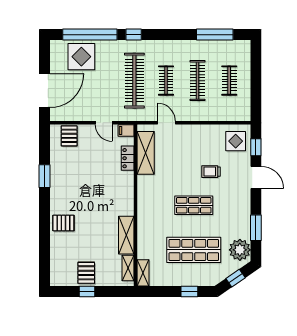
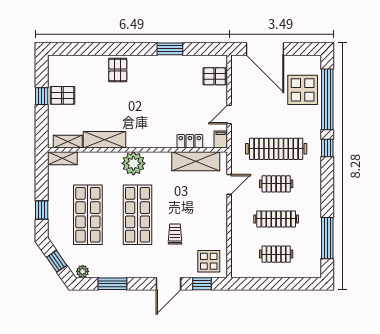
shop shelf: (194, 205) -> (138, 215), width x1.43, depth x1.36
plant: (148, 209) -> (133, 163), added
plant: (240, 250) -> (83, 271), width x0.53, depth x0.53

